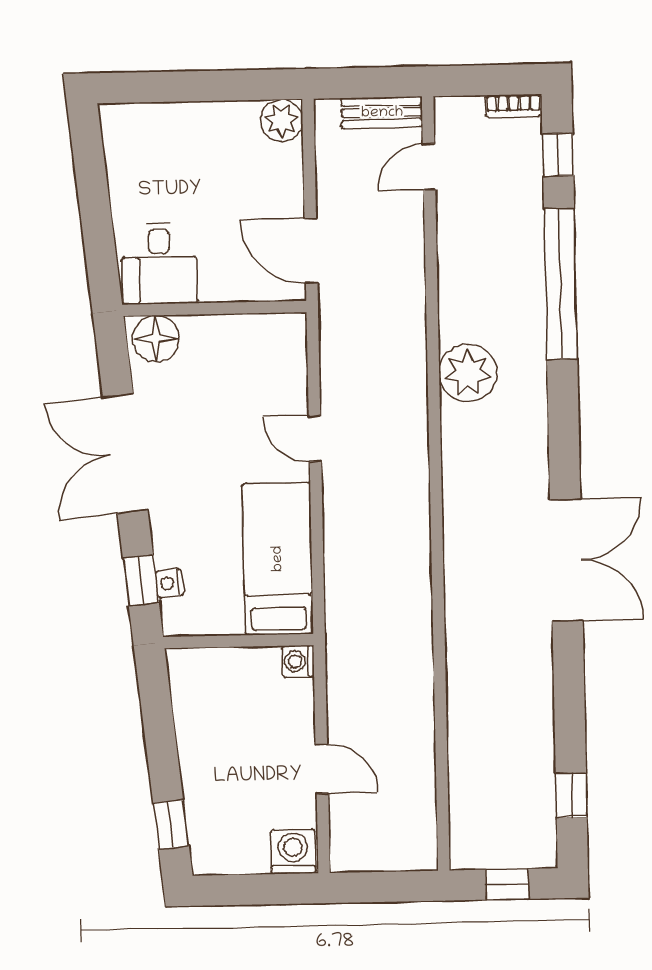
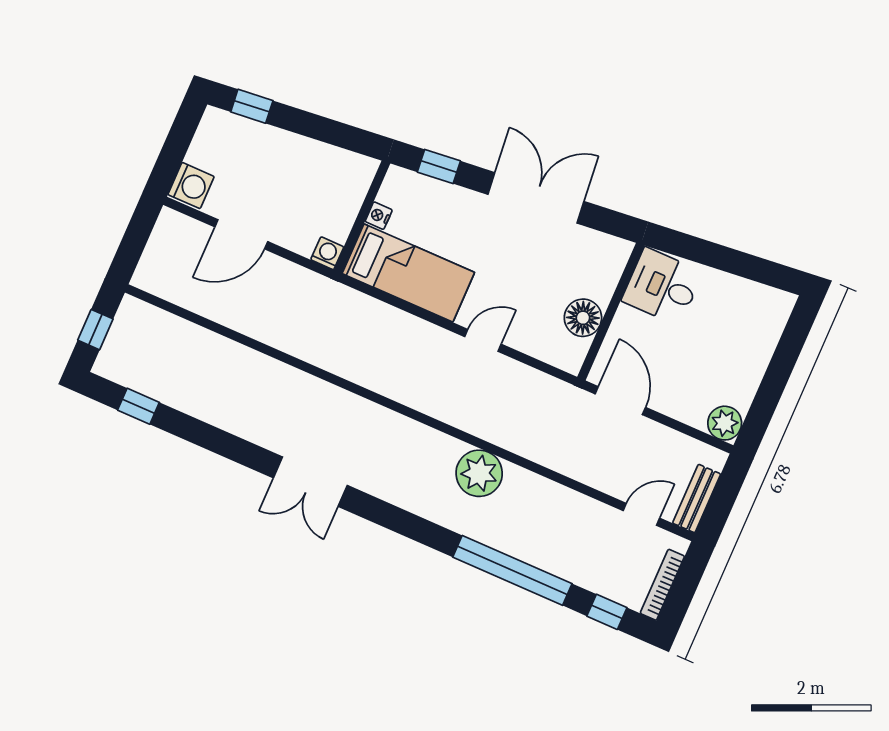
bookcase: (514, 106) -> (662, 585), width x1.56
door: (429, 167) -> (641, 514), hinge flipped
door: (311, 251) -> (620, 401), hinge flipped
floor lamp: (156, 339) -> (583, 318), moved
double door: (566, 560) -> (310, 482), width x0.73
nightstand: (169, 583) -> (379, 216), moved, turned -84
door: (322, 769) -> (241, 234), width x1.38

